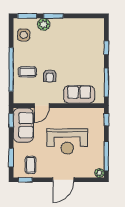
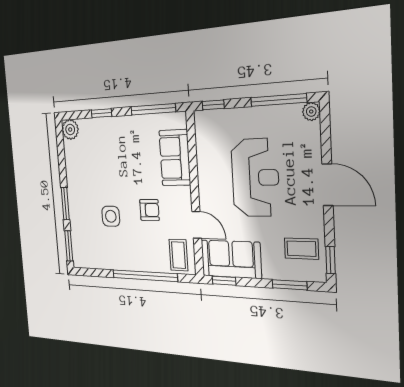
plant: (44, 24) -> (70, 130), moved
side table: (24, 35) -> (111, 216), moved
coffee table: (27, 72) -> (178, 255), moved

